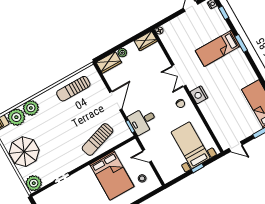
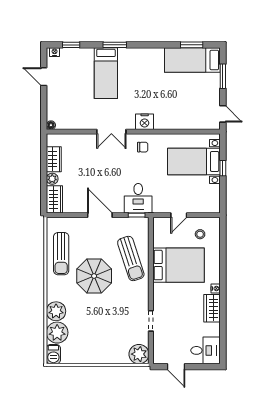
wardrobe: (146, 41) -> (54, 159), moved
door: (235, 147) -> (223, 114), hinge flipped
parasol: (24, 152) -> (94, 276), moved

